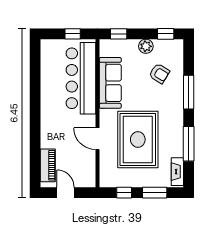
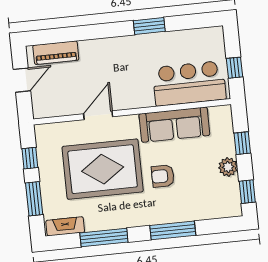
window: (119, 34) -> (242, 143), moved
armchair: (159, 73) -> (163, 176), moved, turned 58
bar counter: (81, 78) -> (189, 83), width x0.73
window: (35, 94) -> (149, 26), added

